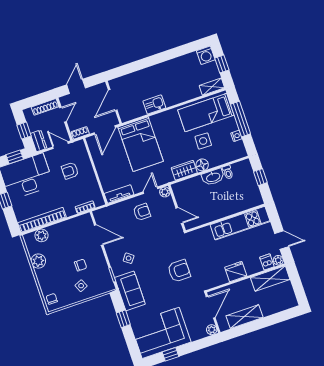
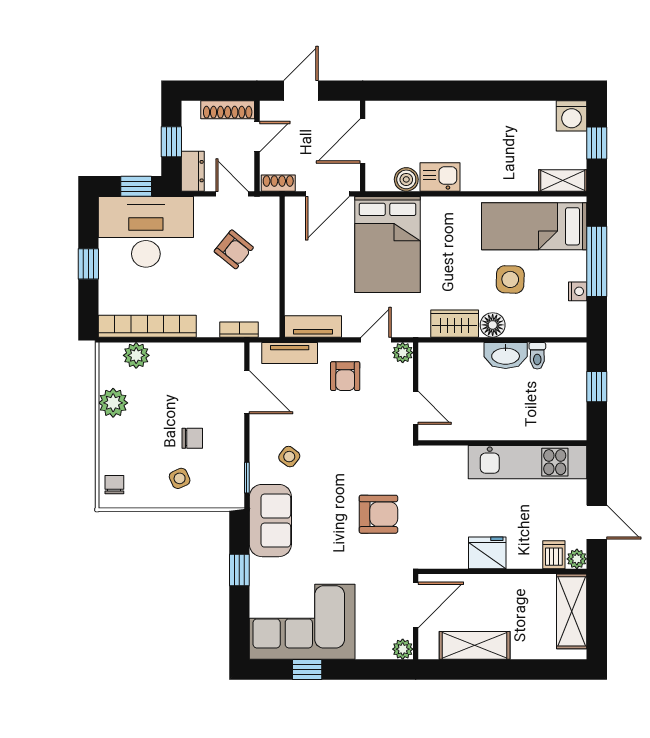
boiler: (139, 111) -> (406, 179), added
armchair: (70, 171) -> (234, 249), turned -141
tv unit: (112, 210) -> (290, 353), added
armchair: (142, 212) -> (345, 376), turned 90
shelving: (270, 279) -> (572, 611), moved, turned 90

